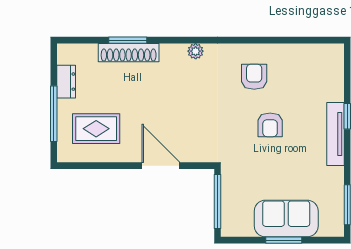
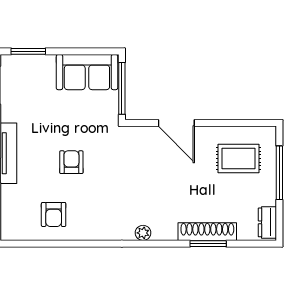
armchair: (254, 77) -> (54, 214), moved
dresser: (66, 82) -> (267, 222), moved
sofa: (286, 219) -> (87, 72), moved
window: (284, 240) -> (28, 51), moved

